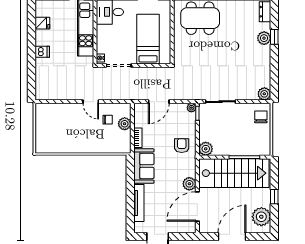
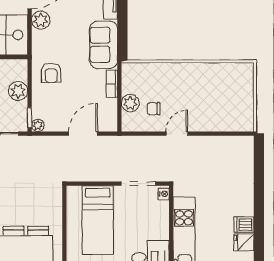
dishwasher: (42, 52) -> (244, 225), moved
door: (91, 102) -> (177, 134), hinge flipped
plant: (206, 149) -> (18, 91), moved

